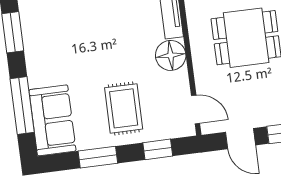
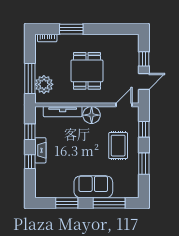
rug: (124, 108) -> (118, 146), turned 90
sofa: (52, 120) -> (93, 187), moved

